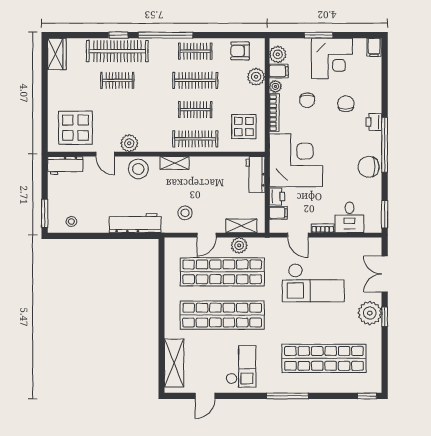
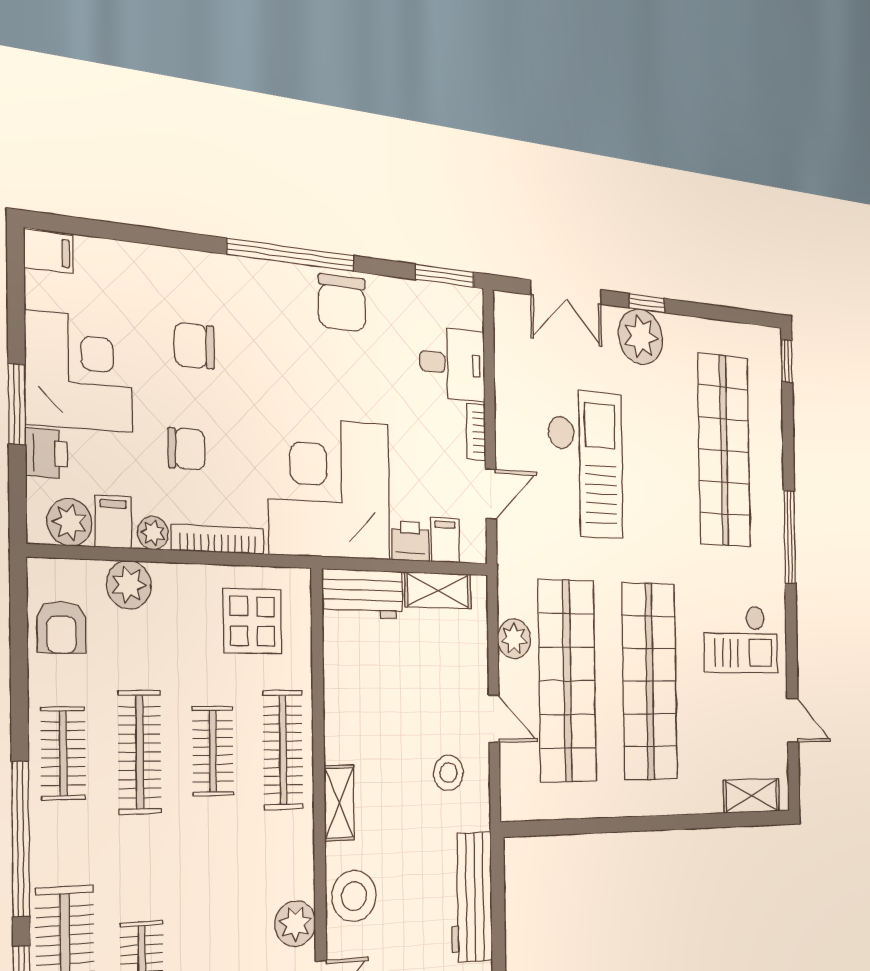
printer: (374, 122) -> (46, 453), moved, turned -90
shelving: (241, 226) -> (438, 590), moved, turned 90
shelving: (174, 363) -> (752, 796), width x0.67, depth x0.75
checkout: (241, 366) -> (741, 639), turned 180

